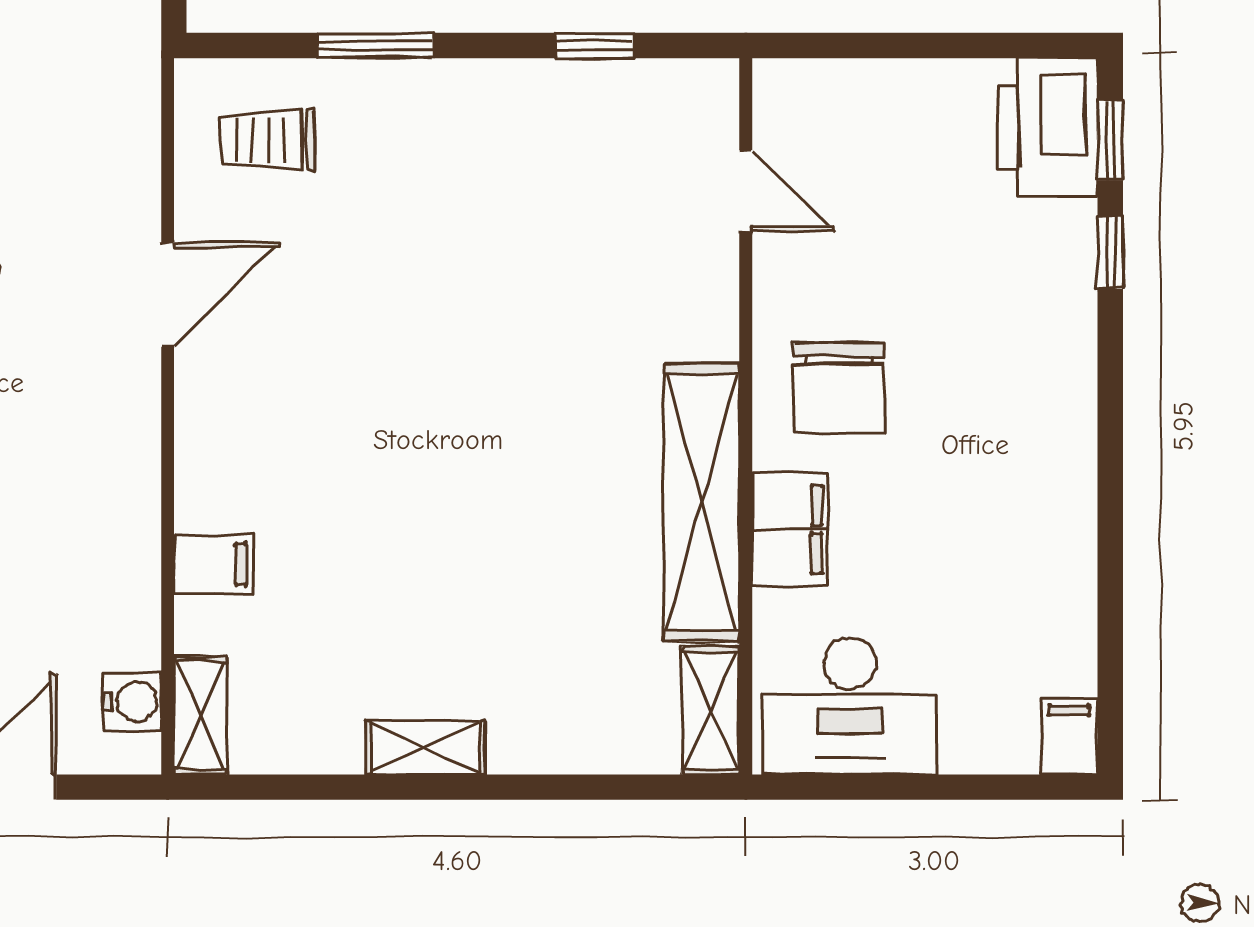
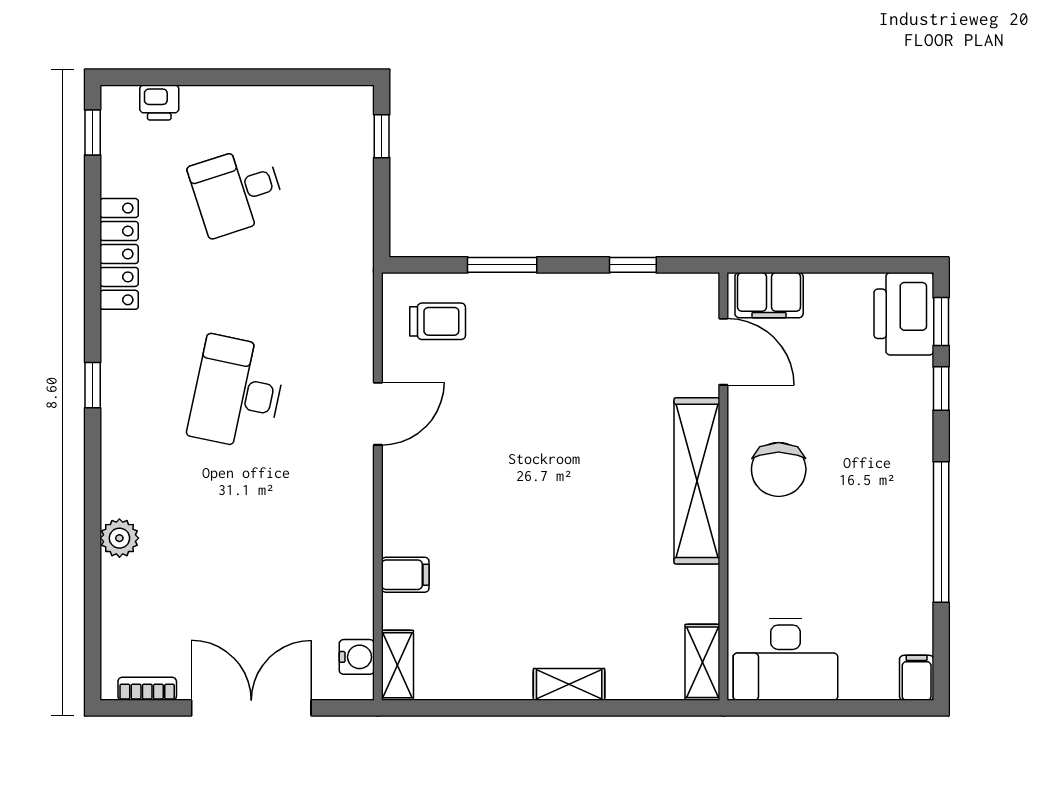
trolley: (267, 140) -> (438, 321), turned 180
door: (746, 191) -> (723, 352), width x1.38
window: (1110, 493) -> (941, 532), added
shelving: (701, 502) -> (697, 481), moved
filing cabinet: (790, 529) -> (769, 295), moved, turned 90
shelving: (425, 748) -> (569, 684), moved

